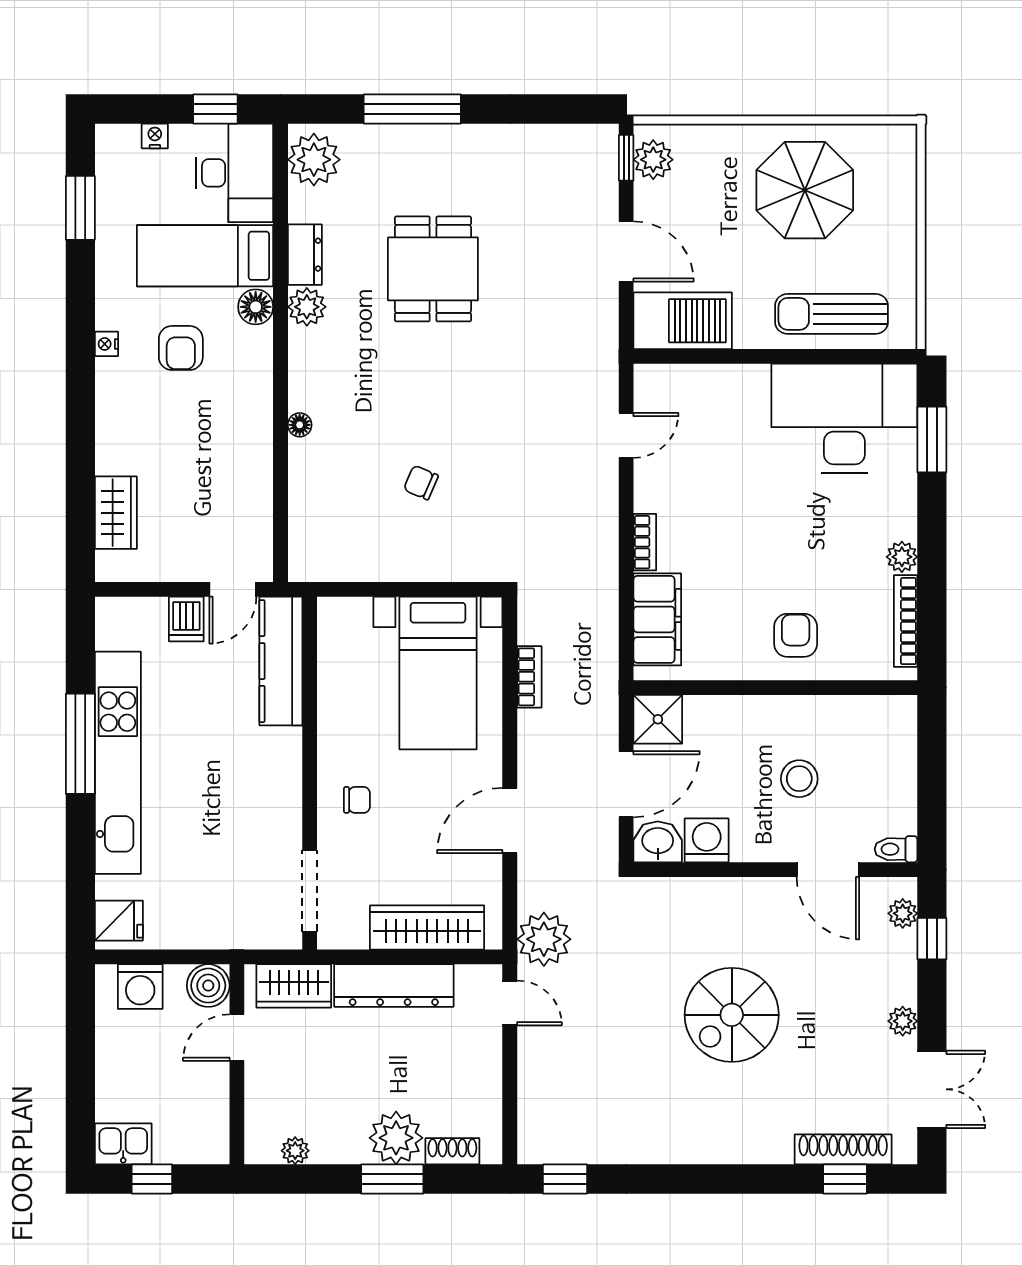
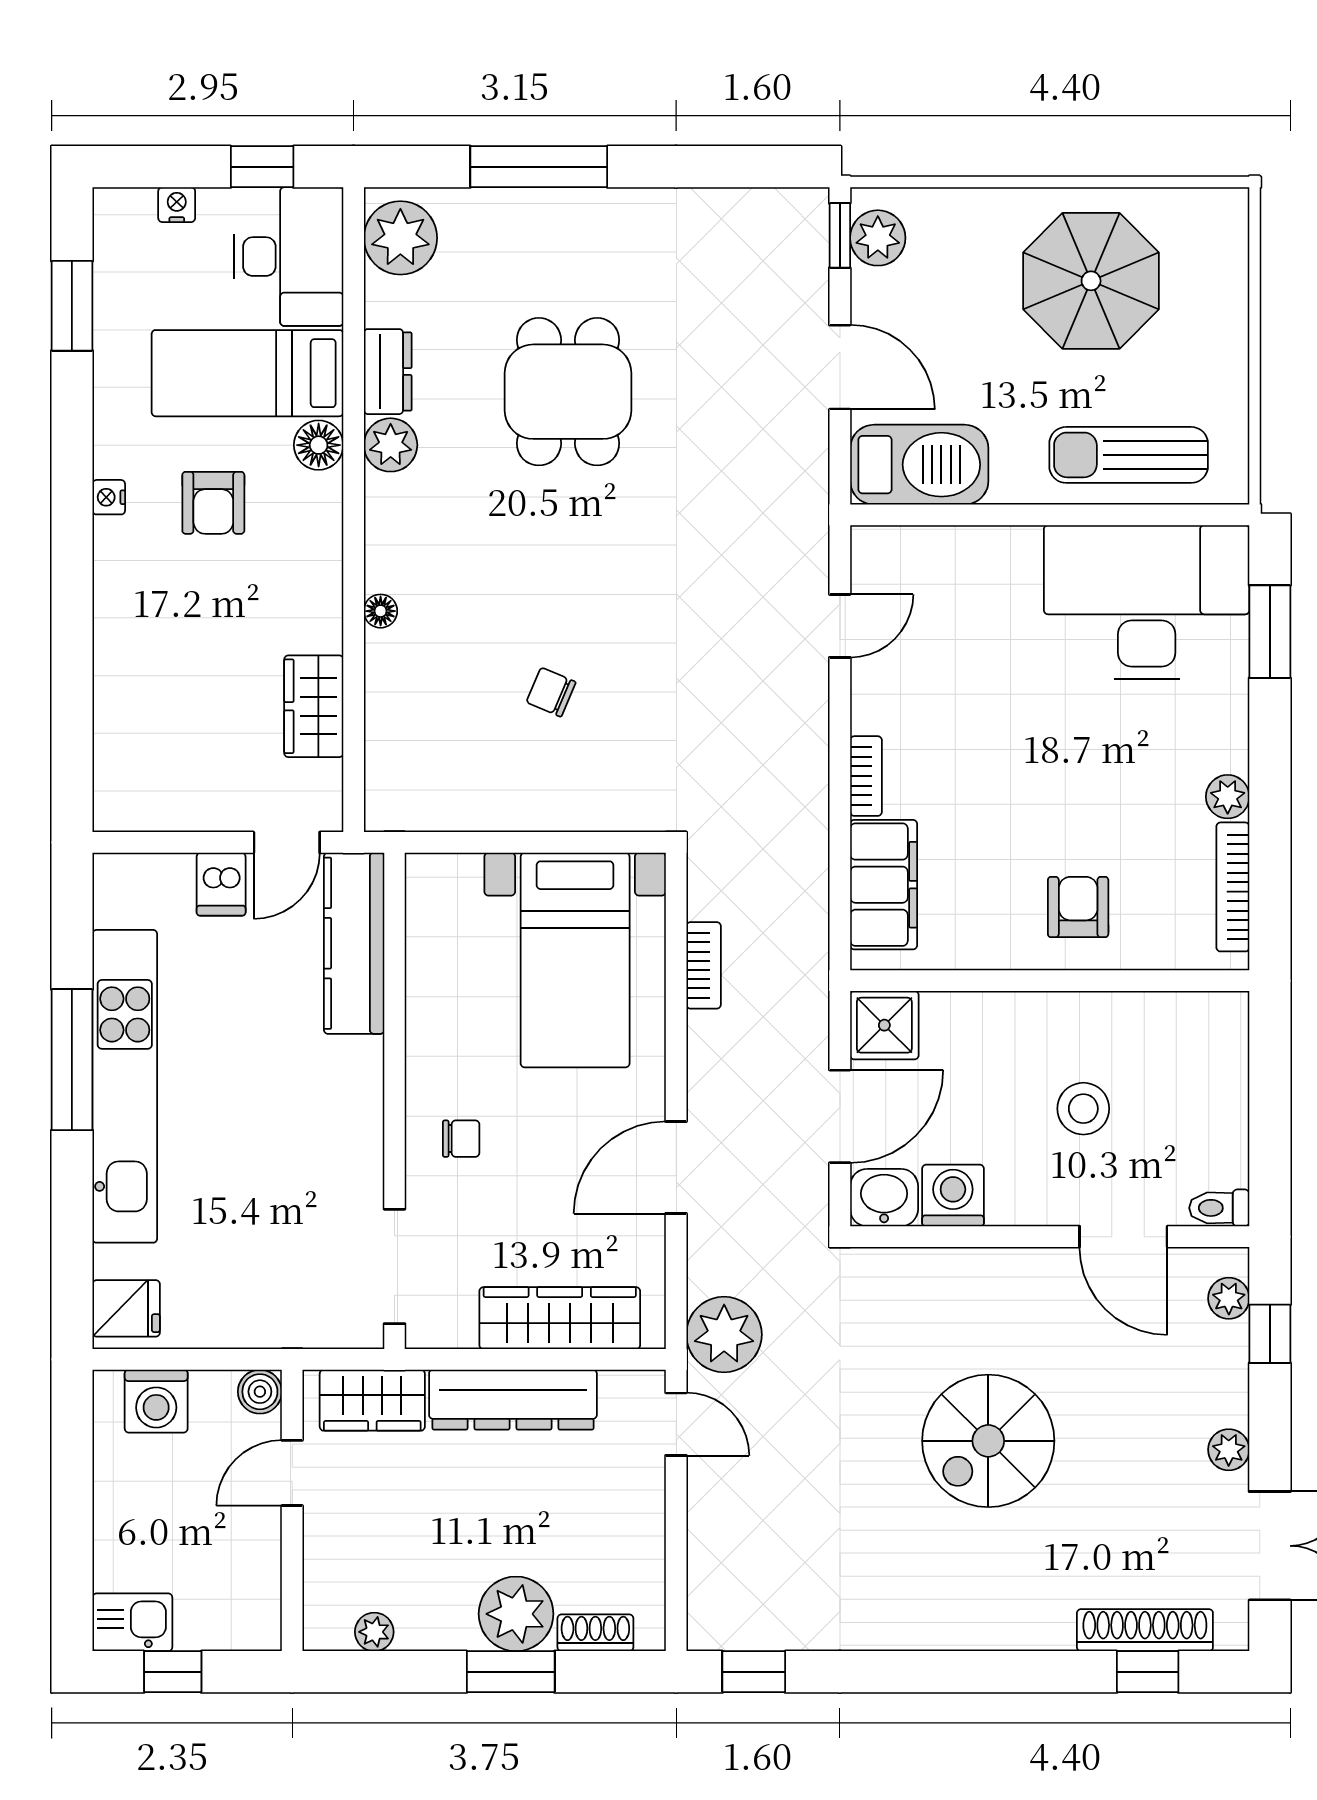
wardrobe: (116, 513) -> (314, 706), moved, turned 180
boiler: (208, 986) -> (260, 1392), width x0.73, depth x0.73

